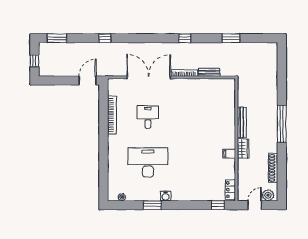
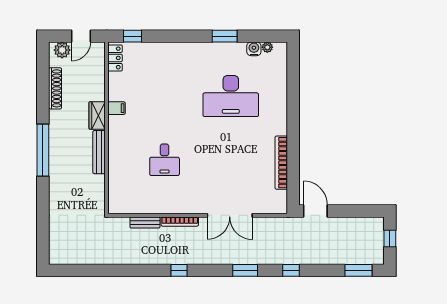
window: (231, 38) -> (245, 270), moved
double door: (149, 77) -> (230, 215), width x0.73
door: (88, 80) -> (315, 211), swing flipped
desk: (148, 117) -> (165, 160), moved
water cooler: (166, 196) -> (254, 49), moved

